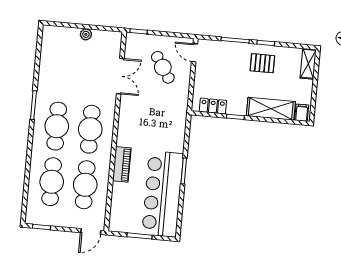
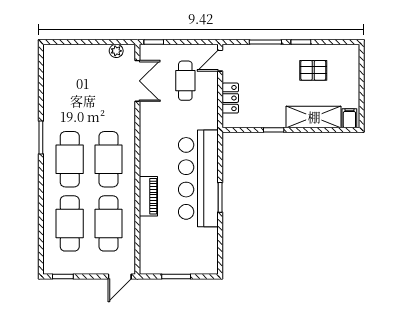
plant: (86, 34) -> (116, 51), moved
door: (195, 53) -> (220, 61), hinge flipped
pallet: (262, 63) -> (313, 70), moved
shelving: (308, 64) -> (352, 61), removed
cafe table: (163, 67) -> (185, 81), turned 33
double door: (120, 76) -> (137, 81), moved
locker: (213, 106) -> (230, 98), moved, turned 90
bar counter: (163, 194) -> (198, 178), moved

